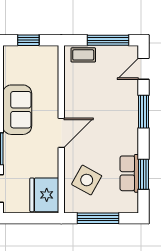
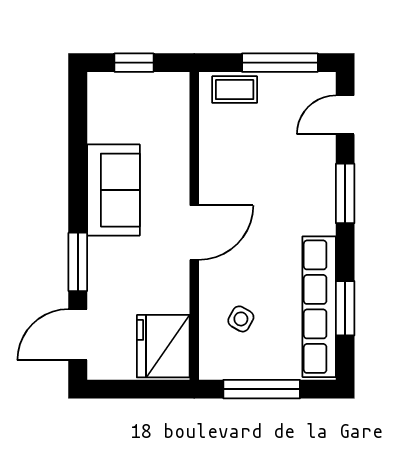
row of seats: (129, 173) -> (319, 307), width x2.02
side table: (87, 180) -> (241, 319), width x0.54, depth x0.54

